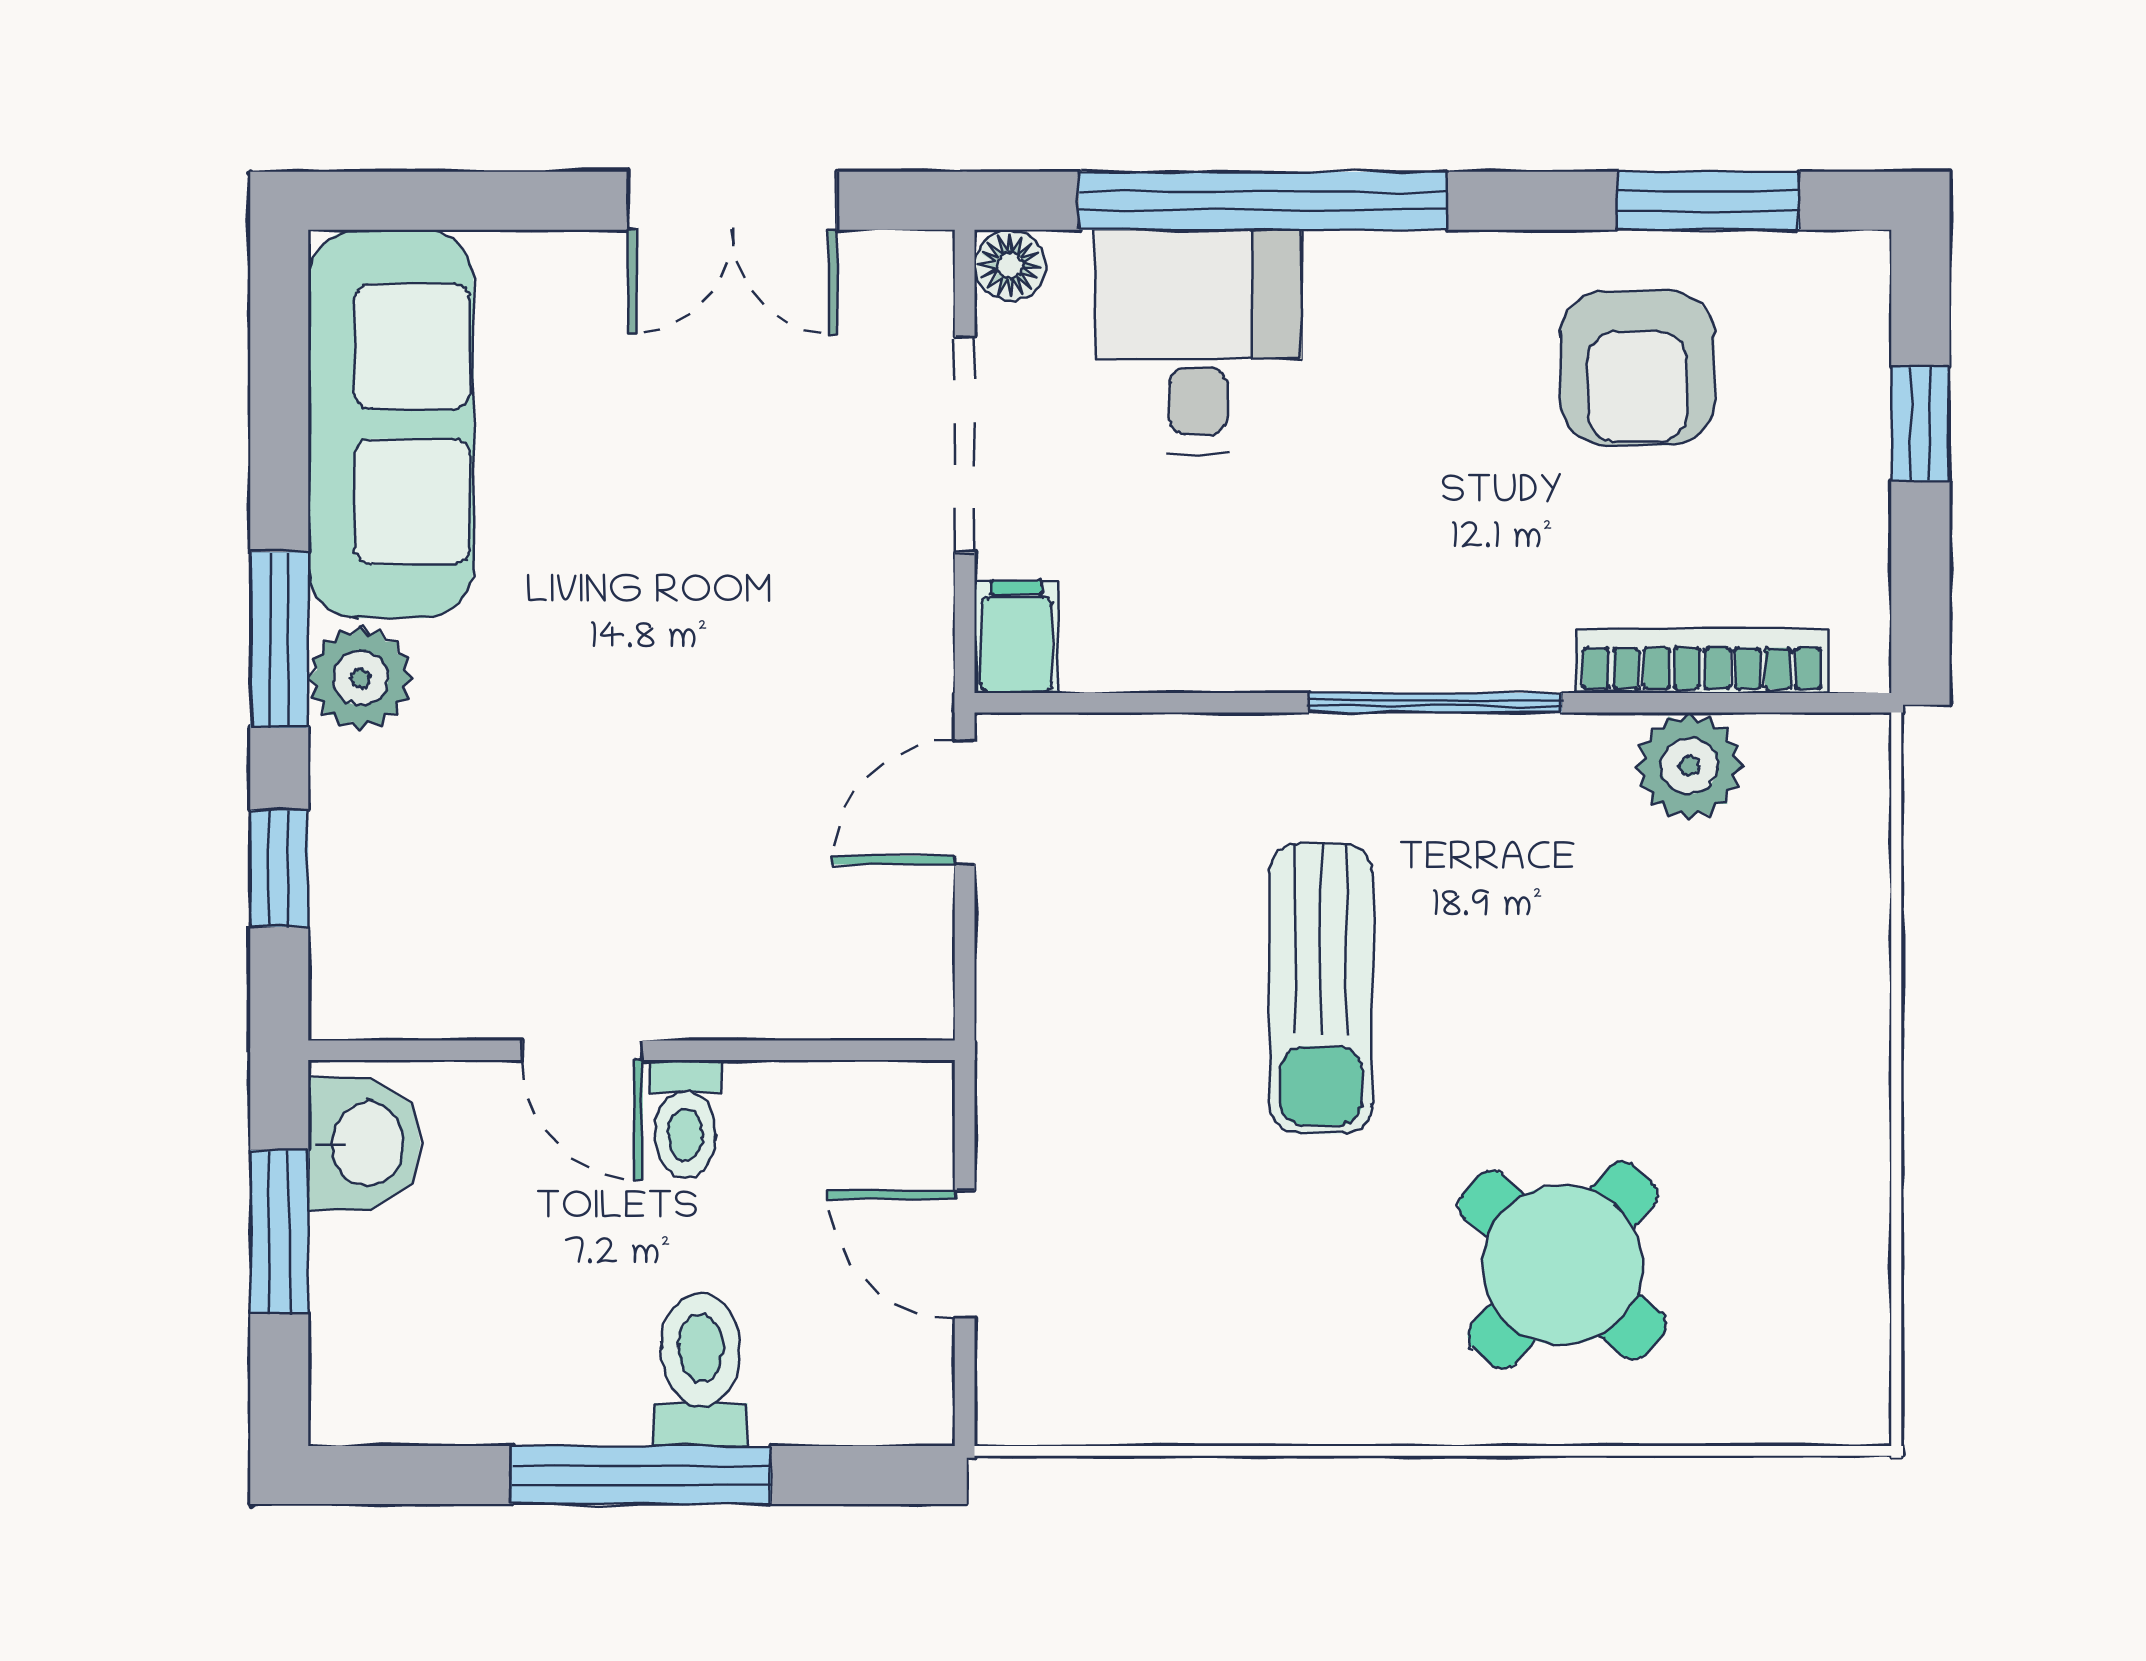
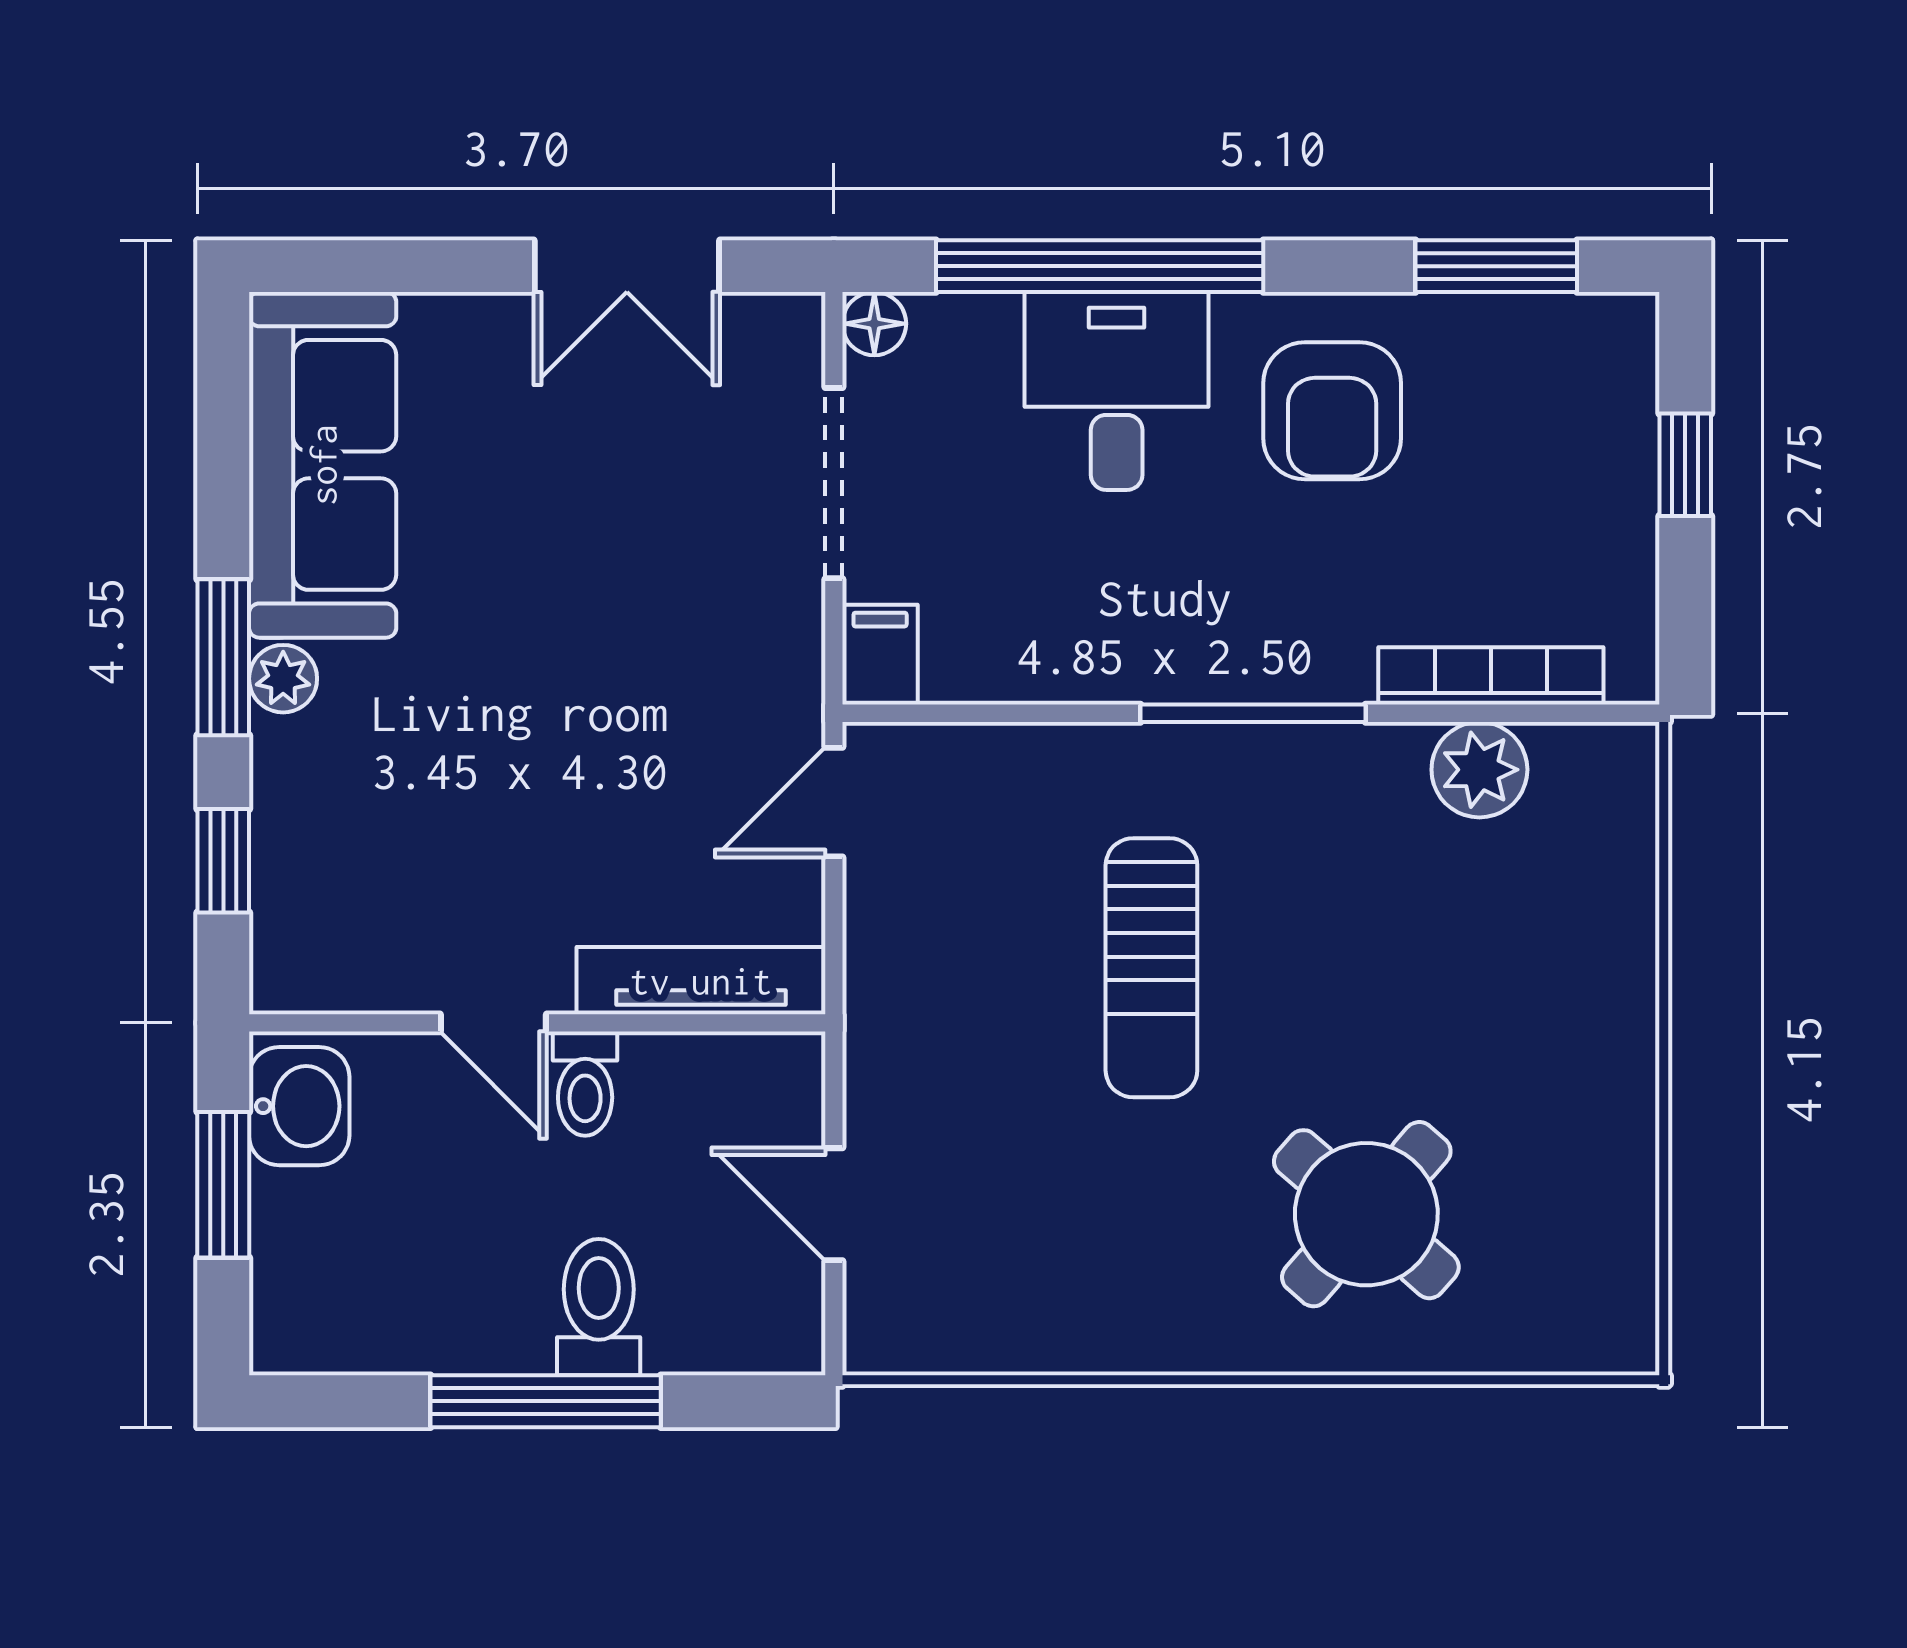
desk: (1199, 341) -> (1117, 391), moved
armchair: (1637, 368) -> (1332, 411), moved
plant: (361, 678) -> (283, 679), width x0.73, depth x0.73
tv unit: (815, 1003) -> (701, 981), added

